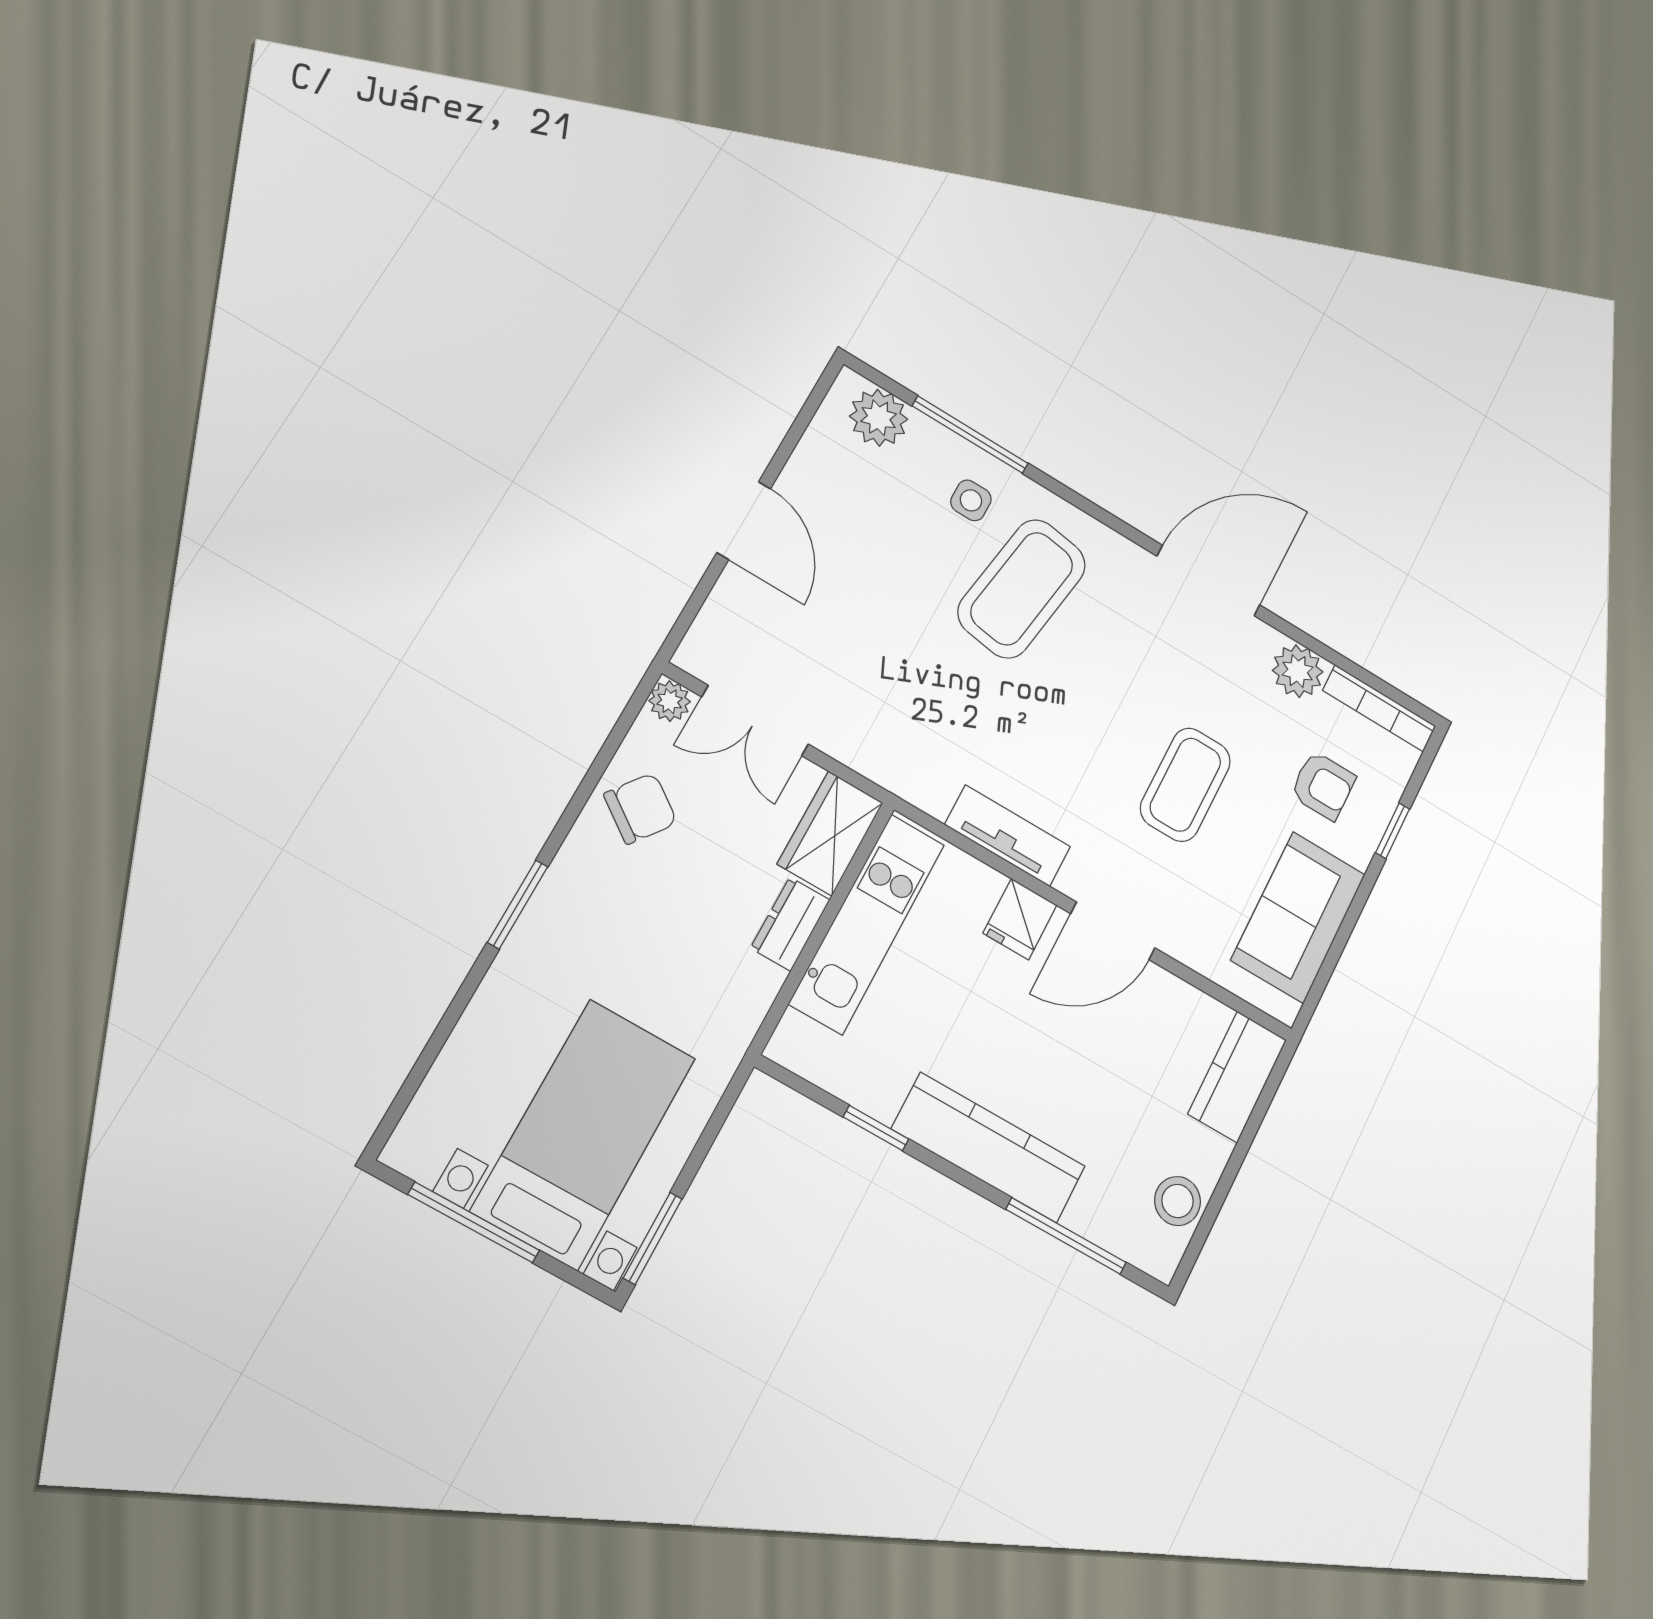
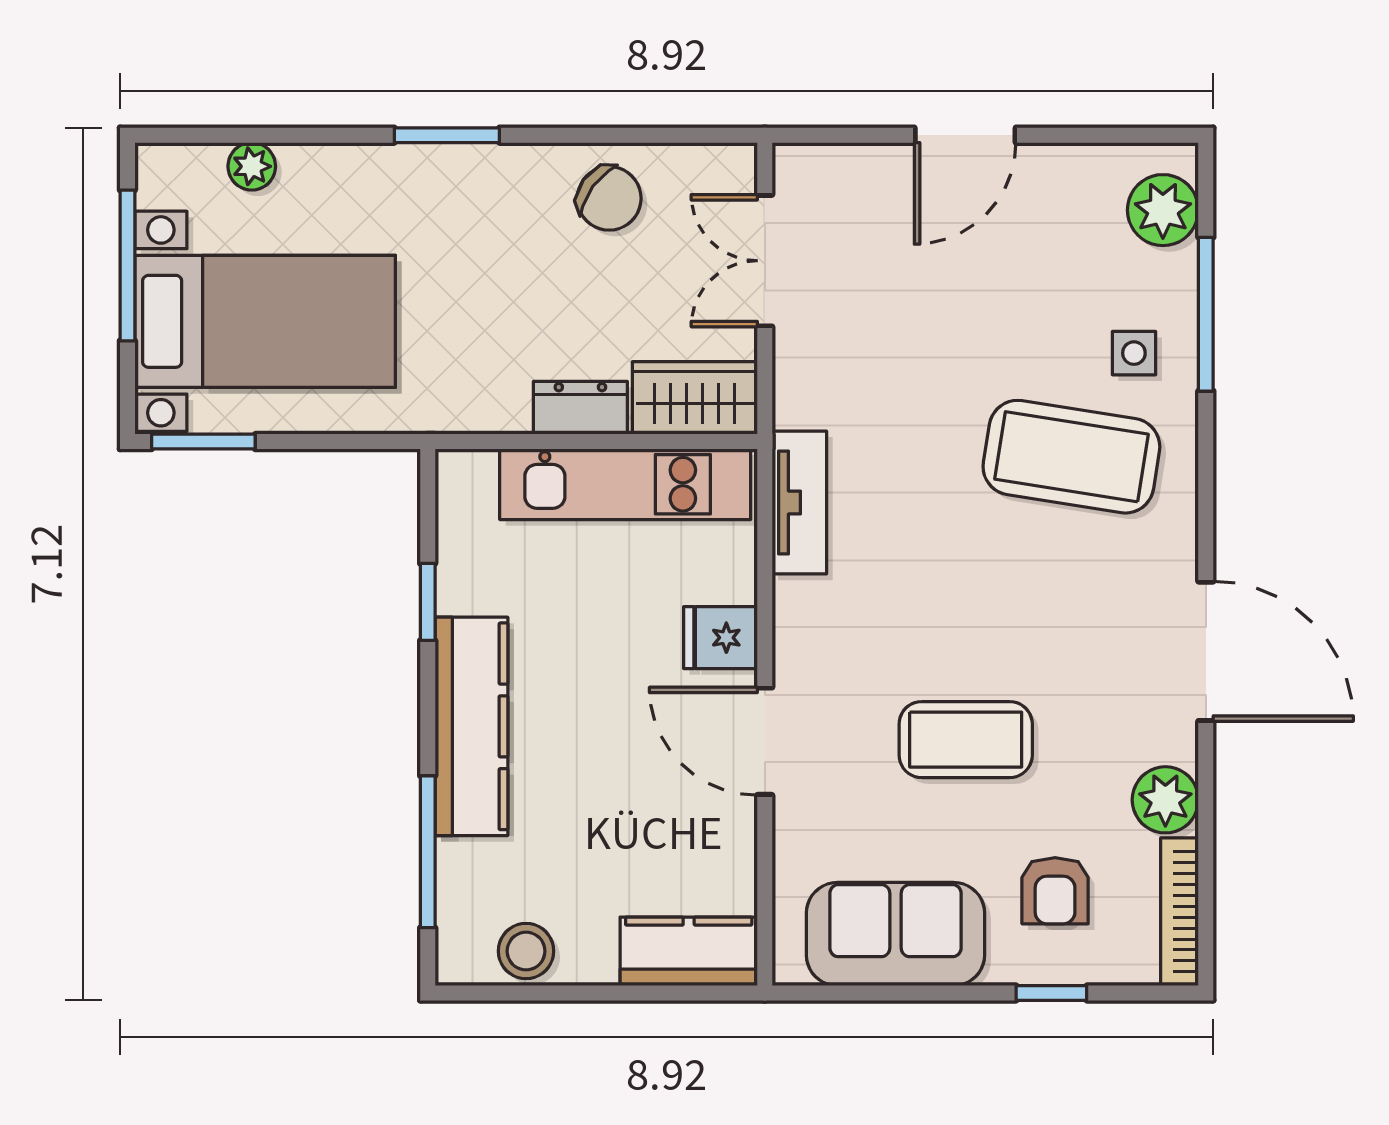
plant: (670, 701) -> (252, 166), moved
tv unit: (1008, 836) -> (799, 503), moved

